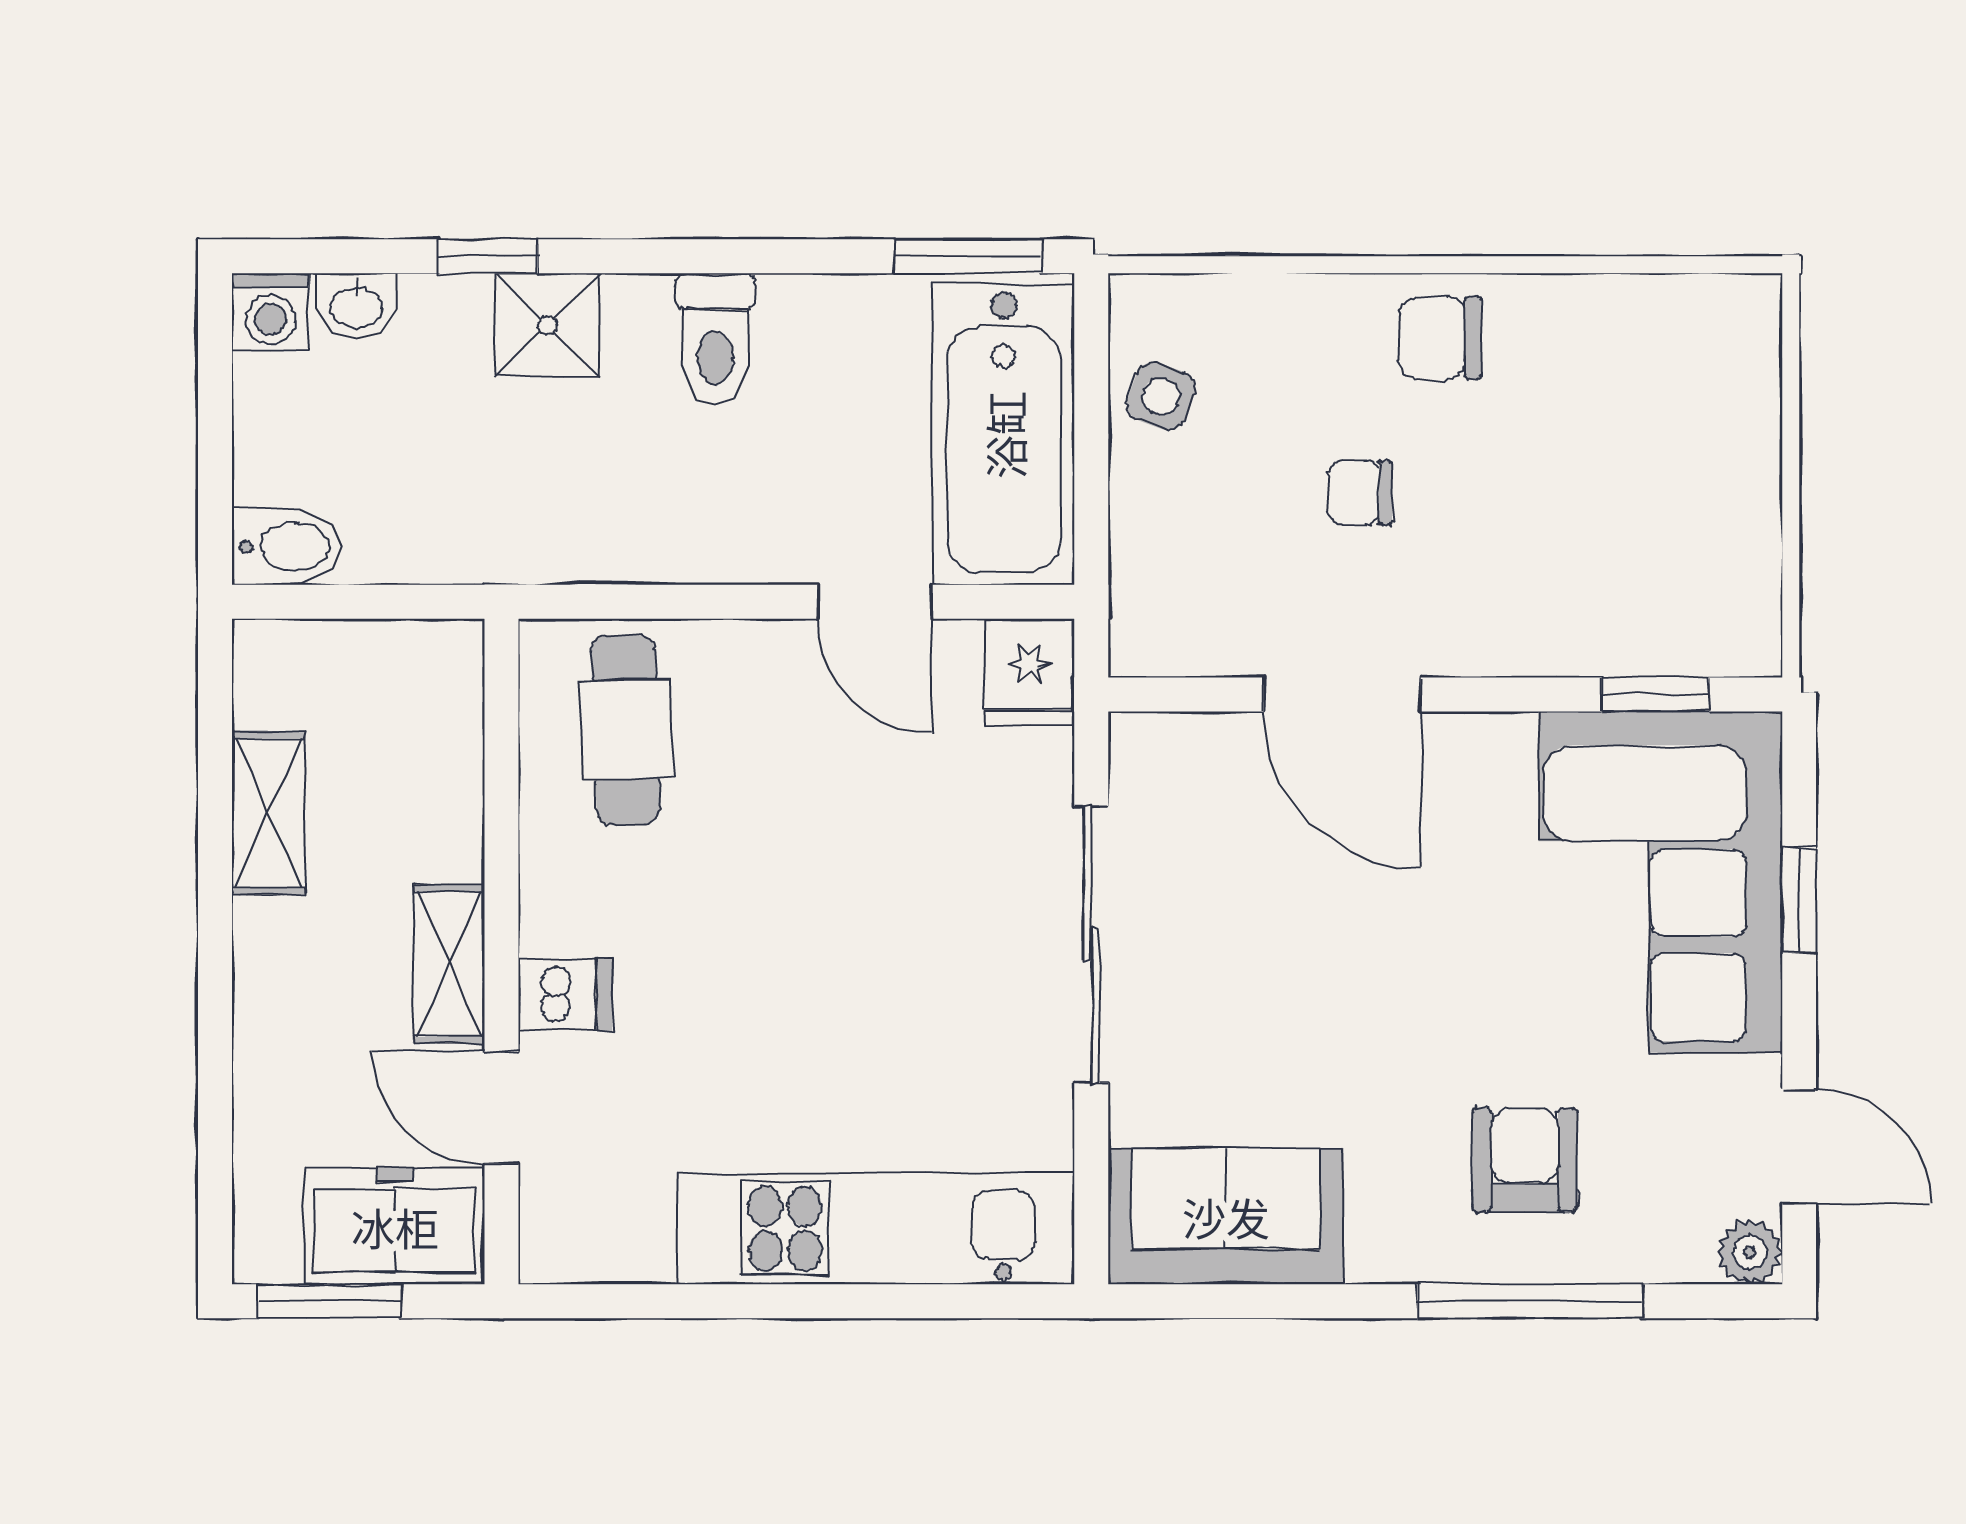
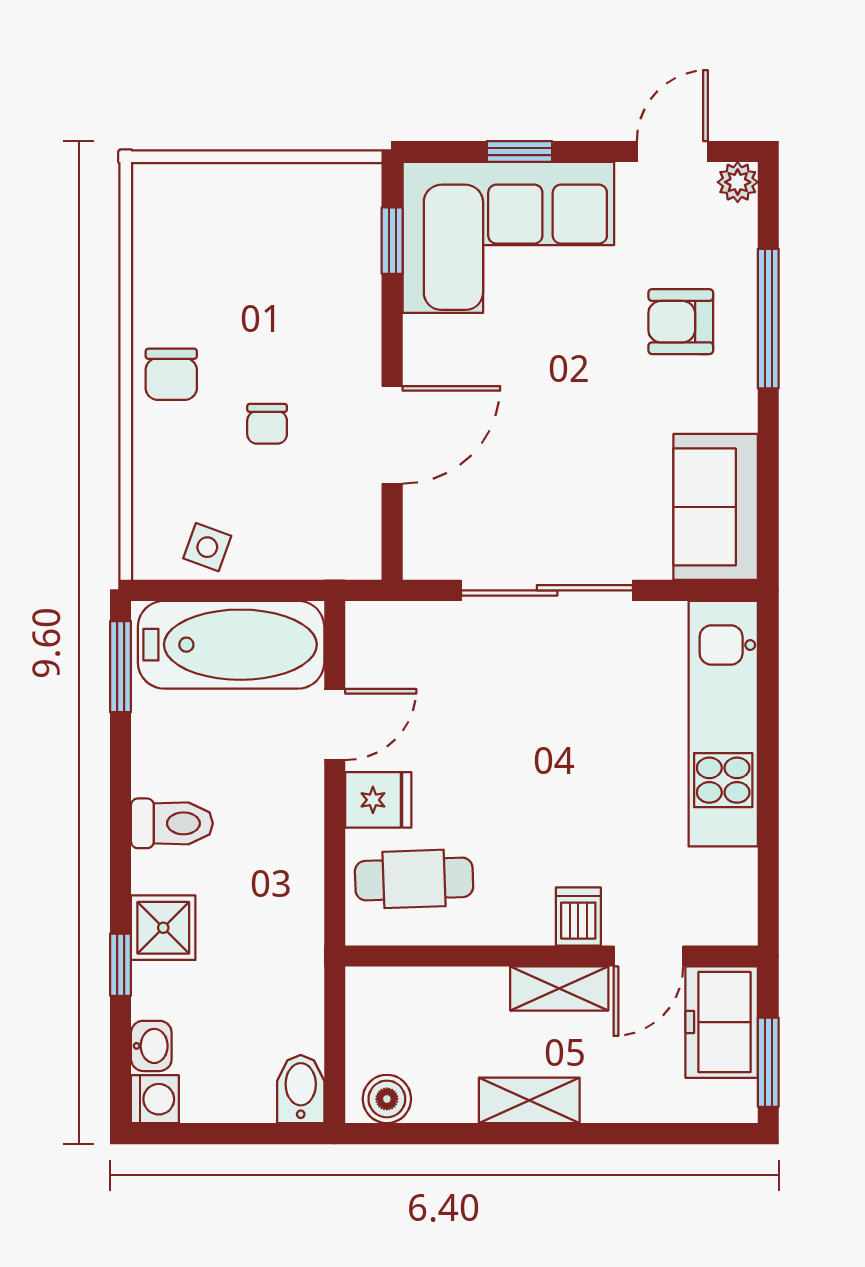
fridge: (1030, 672) -> (378, 800), moved
boiler: (271, 686) -> (387, 1099), added
shelving: (268, 813) -> (529, 1100), moved

